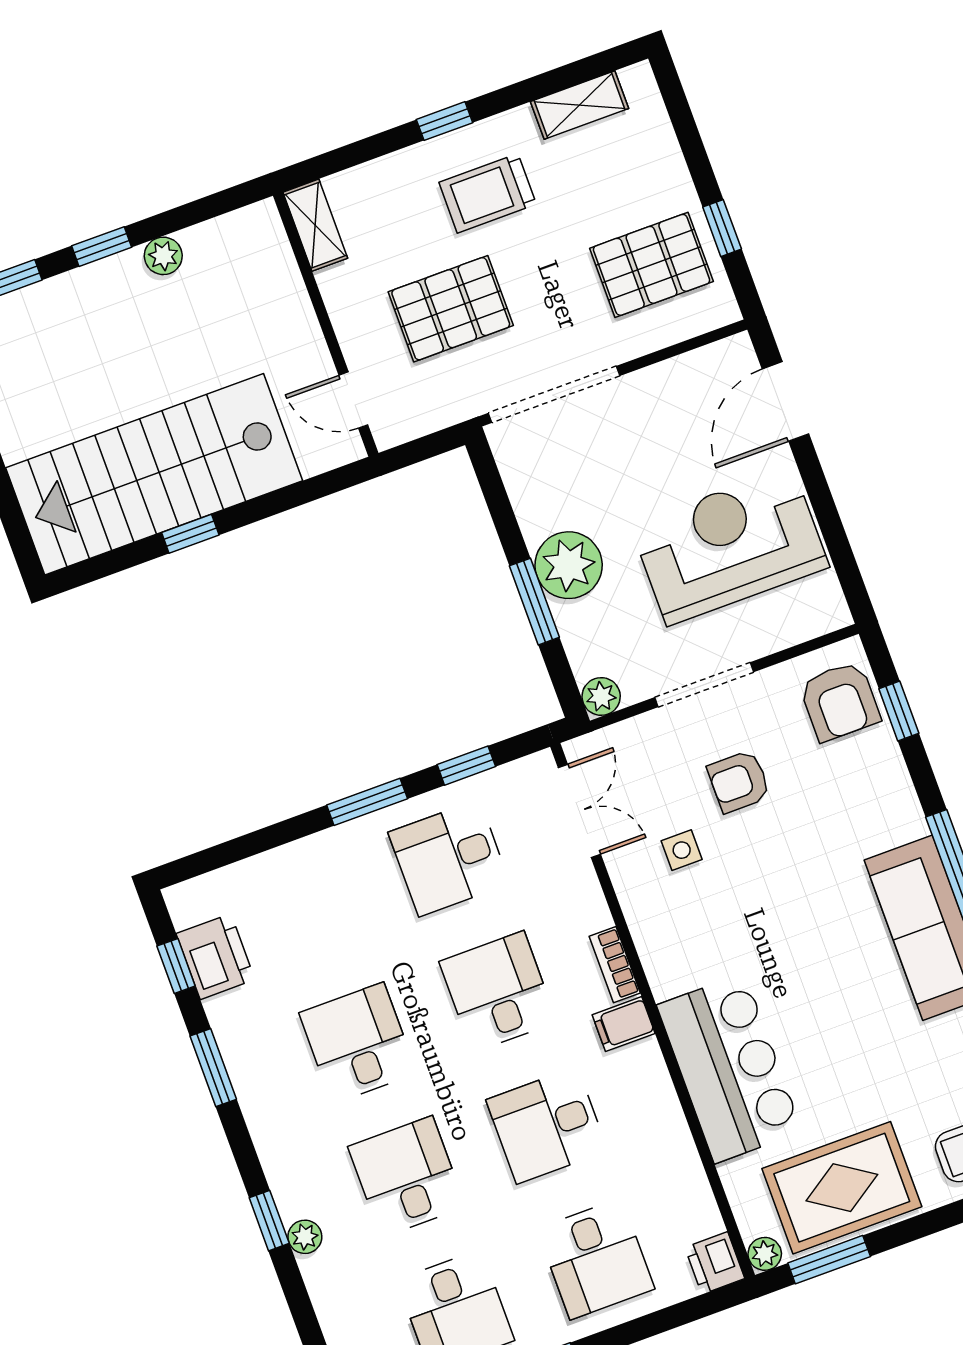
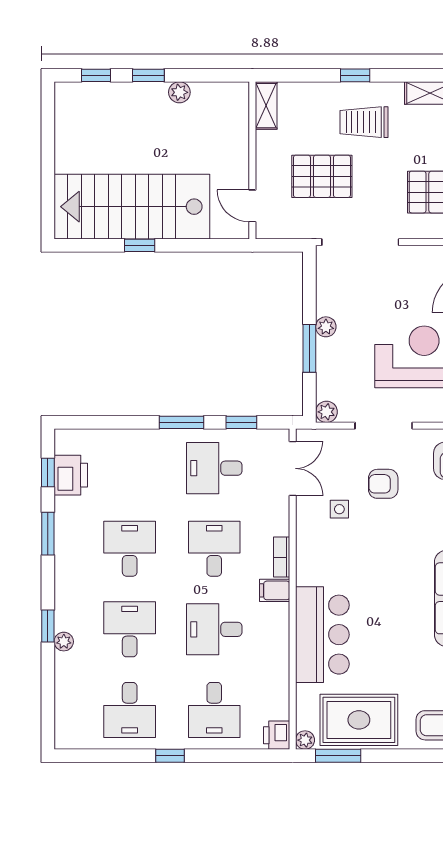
plant: (569, 565) -> (326, 327), width x0.53, depth x0.53

